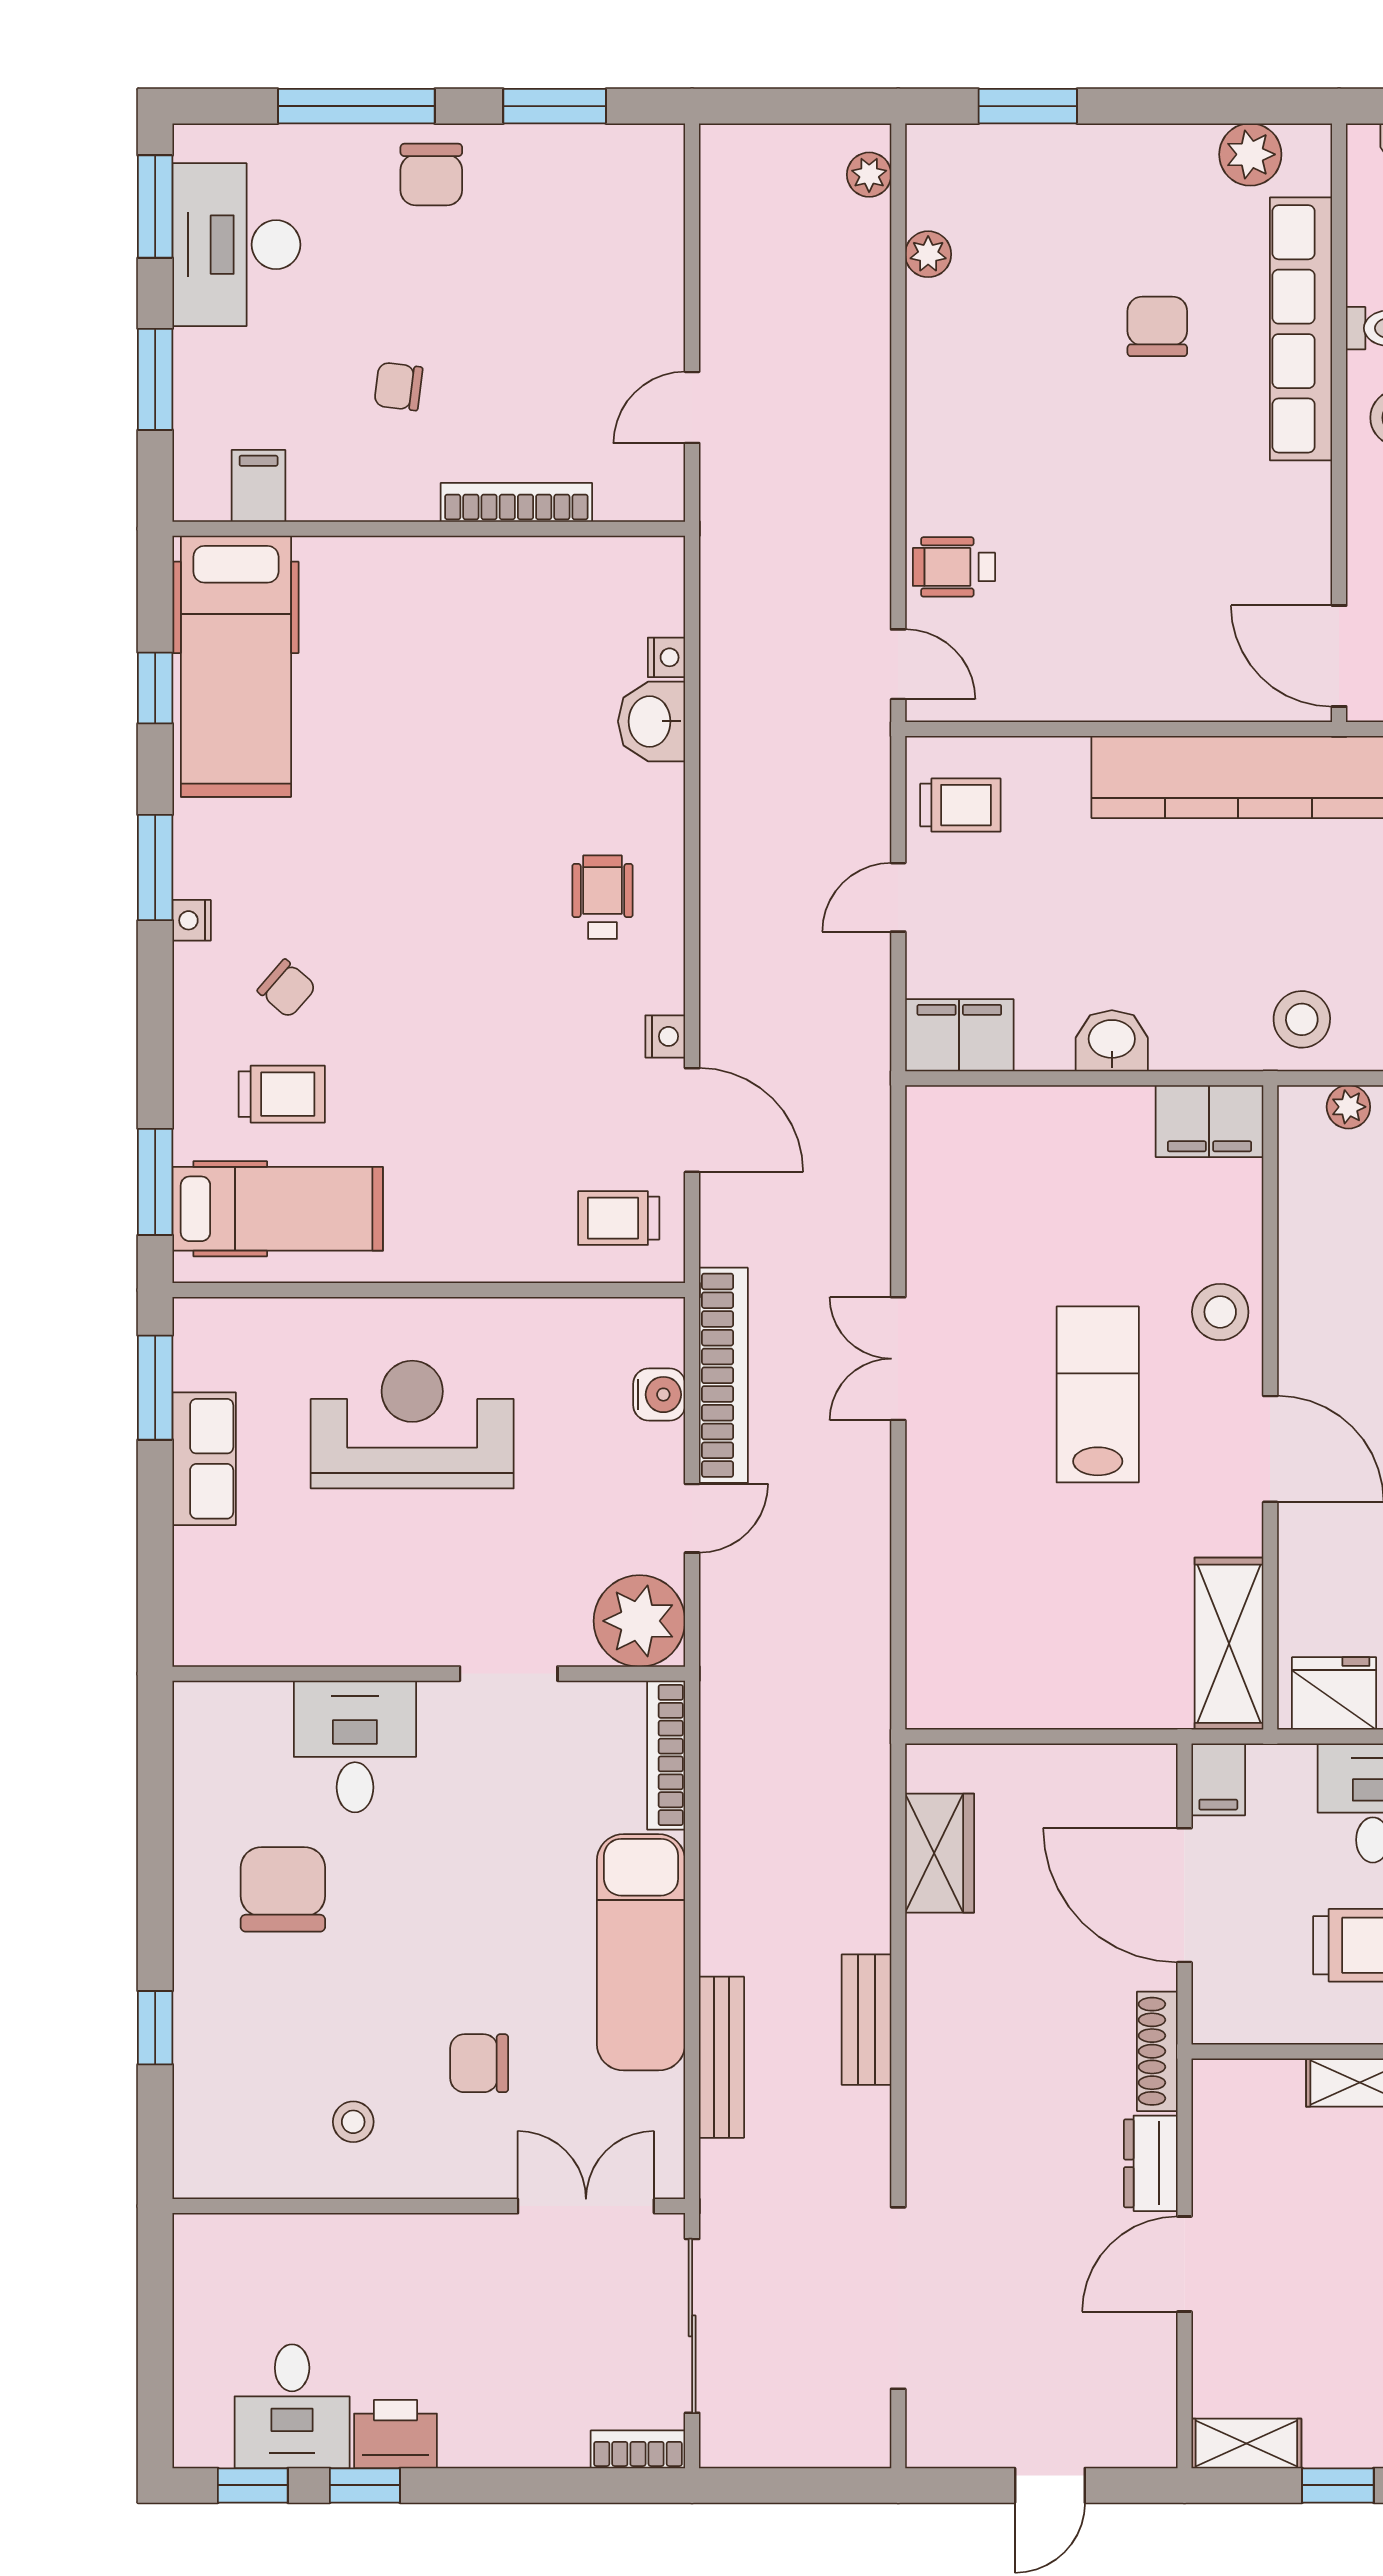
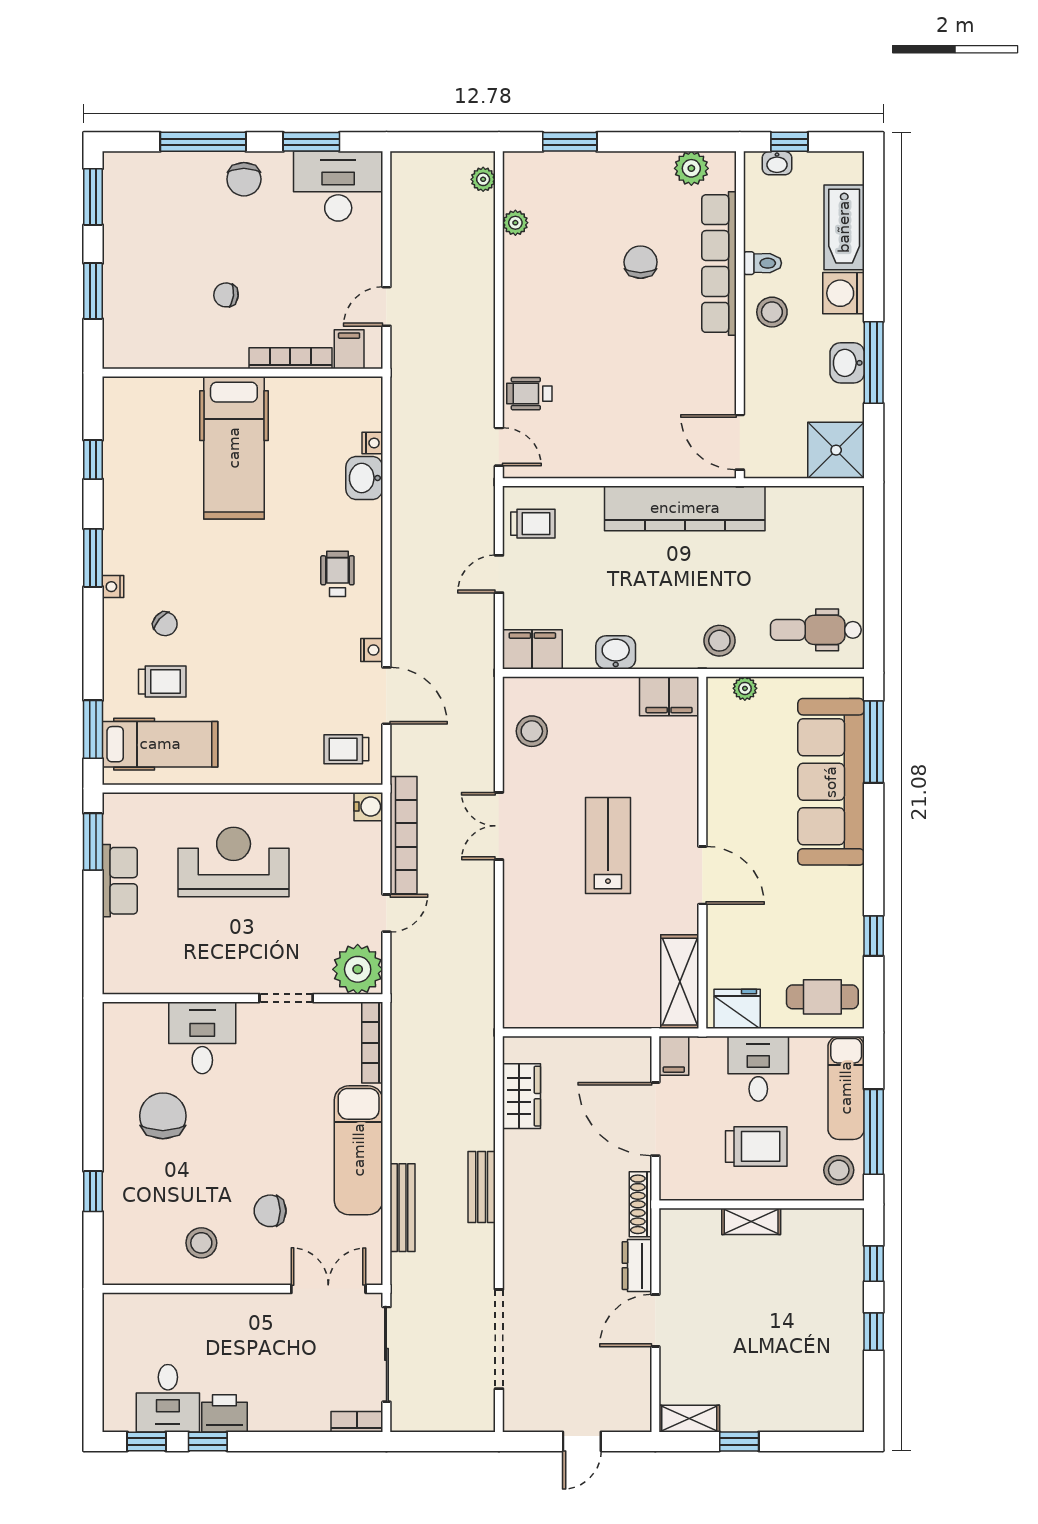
desk: (236, 245) -> (338, 186), moved, turned 90
filing cabinet: (259, 486) -> (349, 349), moved
hospital bed: (236, 666) -> (234, 448), moved
stool: (1220, 1312) -> (532, 731), moved
water cooler: (659, 1395) -> (368, 807), moved
stool: (353, 2122) -> (201, 1243), width x1.37, depth x1.37

